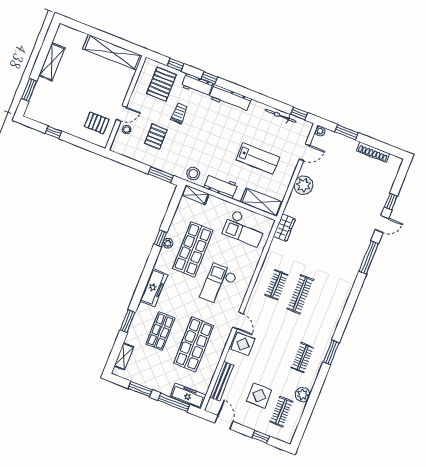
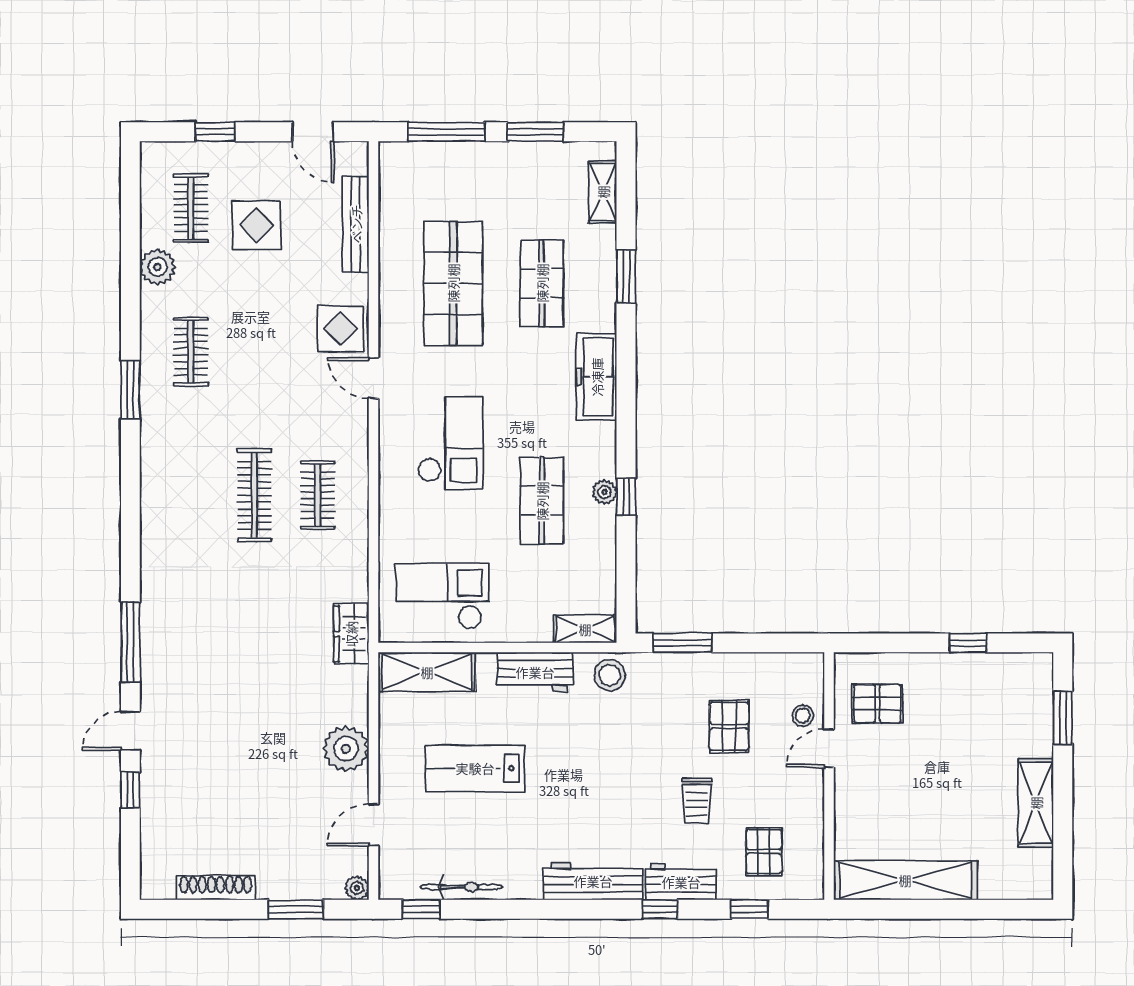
pallet: (161, 84) -> (764, 852), width x0.67, depth x0.71
shop shelf: (193, 249) -> (542, 501), width x0.70, depth x0.74
freezer: (188, 396) -> (420, 160), removed

